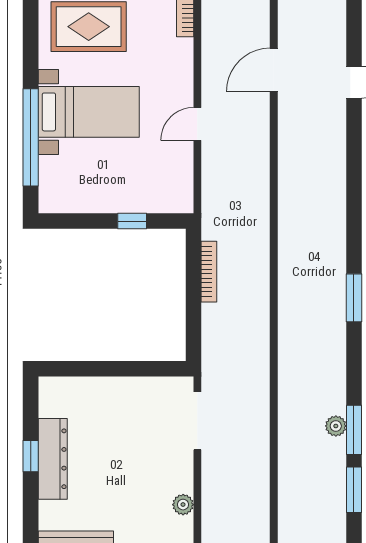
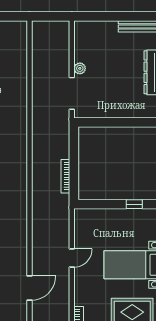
window: (132, 221) -> (134, 204), moved
plant: (183, 505) -> (80, 68), moved

